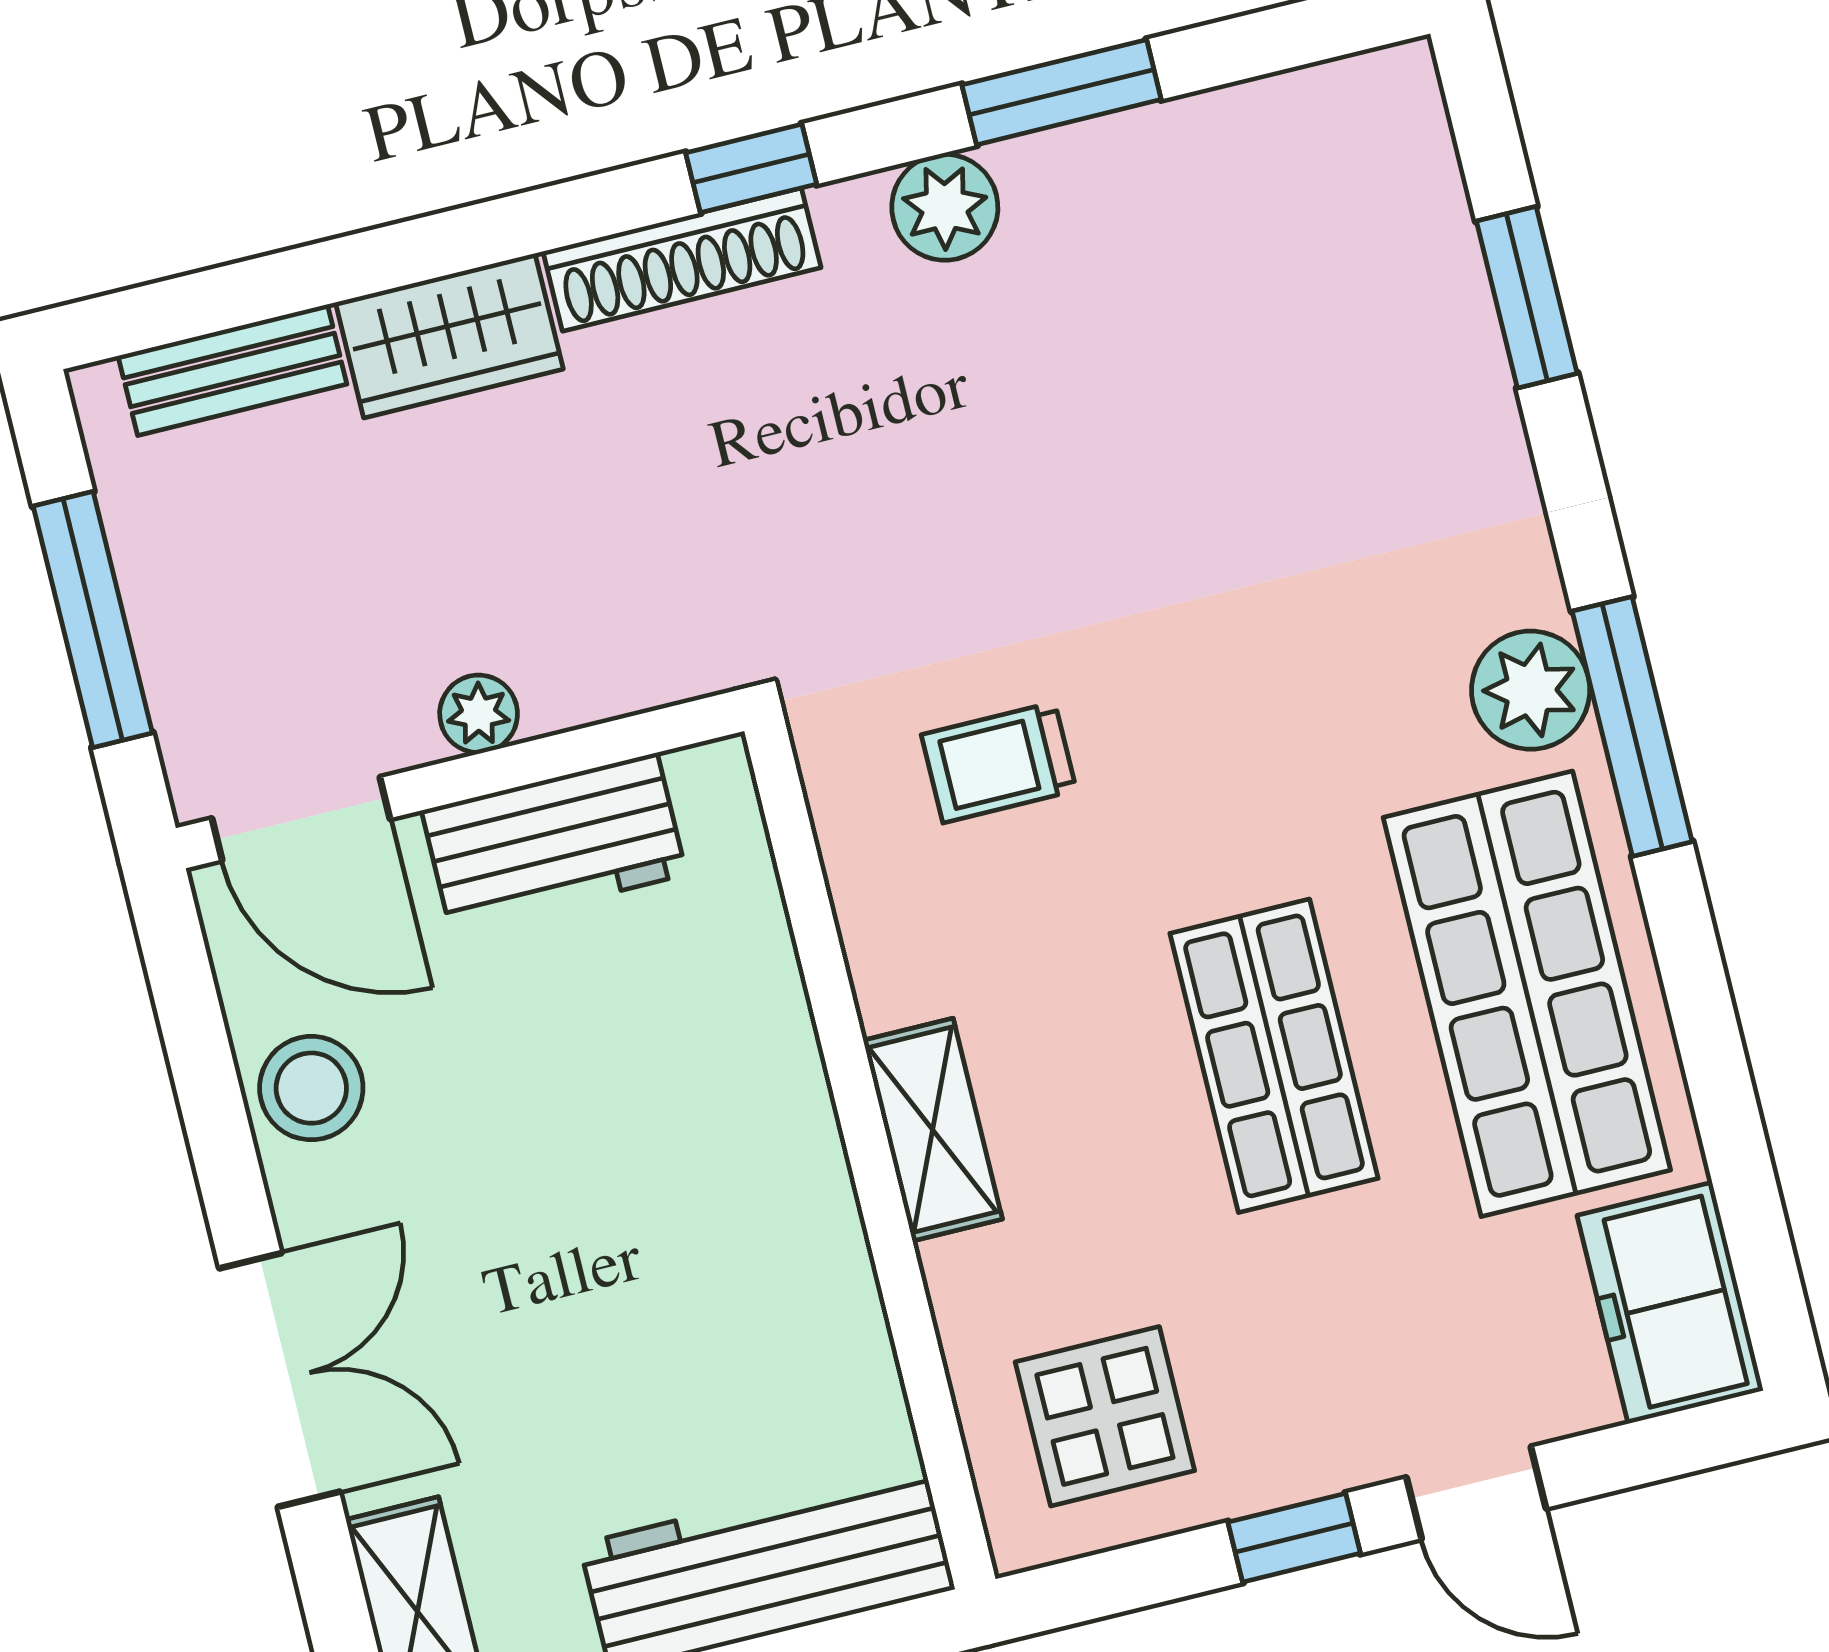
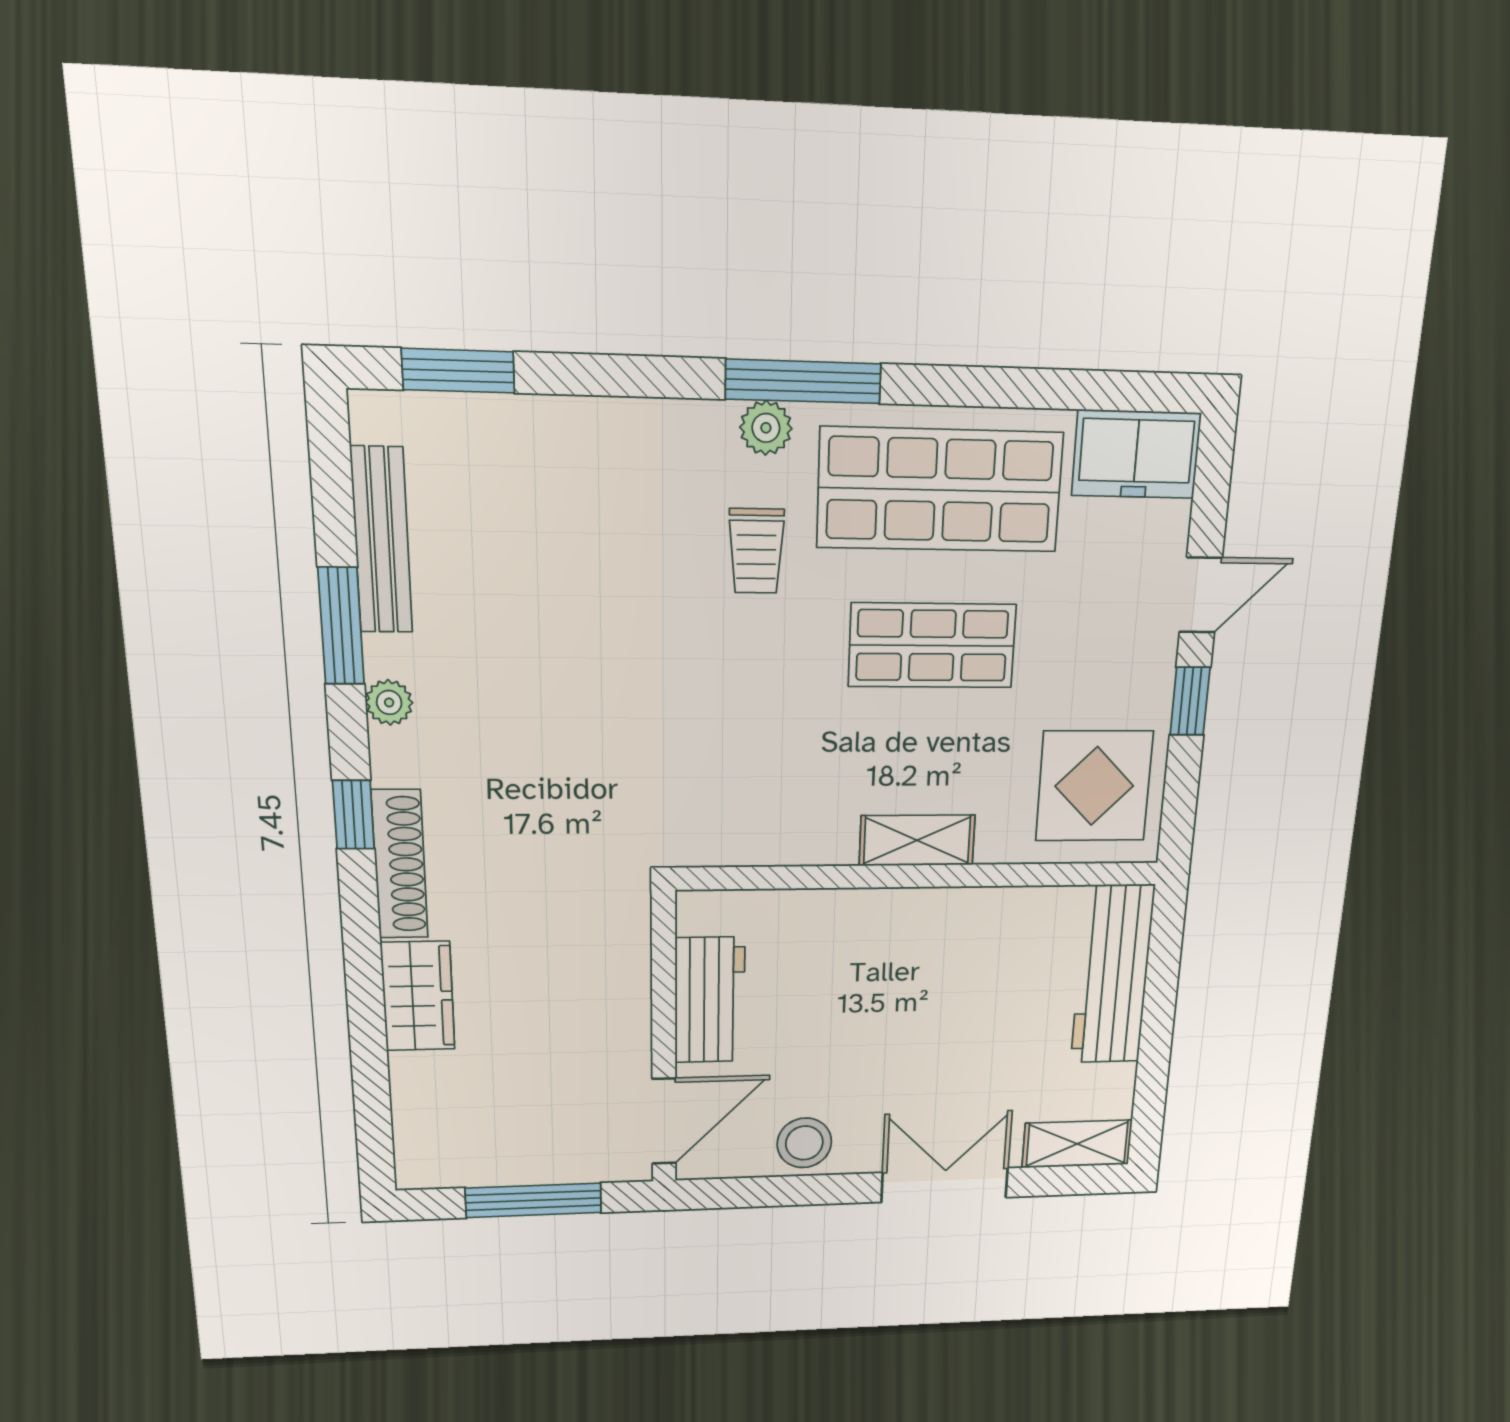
plant: (945, 207) -> (389, 702), width x0.73, depth x0.73
window: (1527, 297) -> (458, 371), moved
bench: (232, 370) -> (382, 540), moved, width x1.36
plant: (1531, 690) -> (766, 428), width x0.73, depth x0.73
plant: (479, 714) -> (631, 1024), removed
trolley: (999, 762) -> (756, 551), moved
display table: (1105, 1416) -> (1094, 786), width x1.36, depth x1.36

